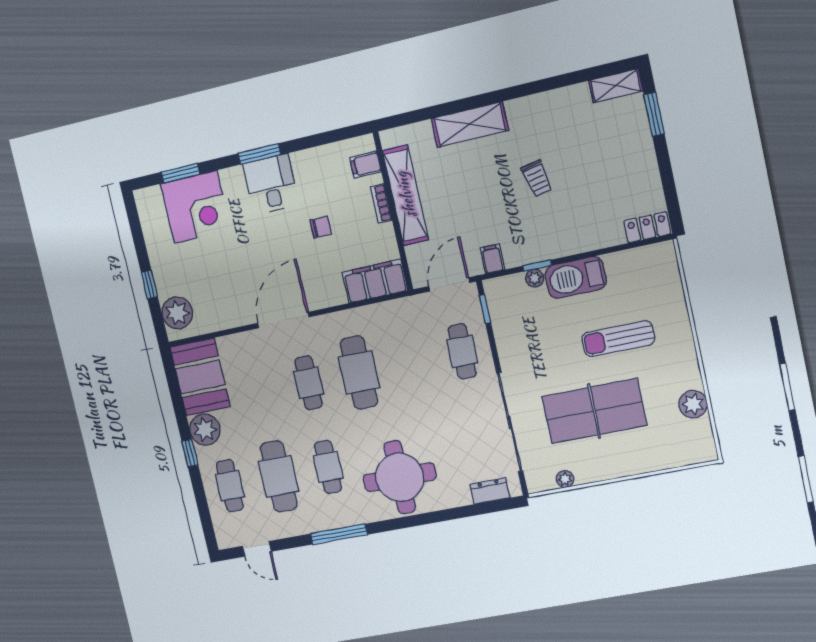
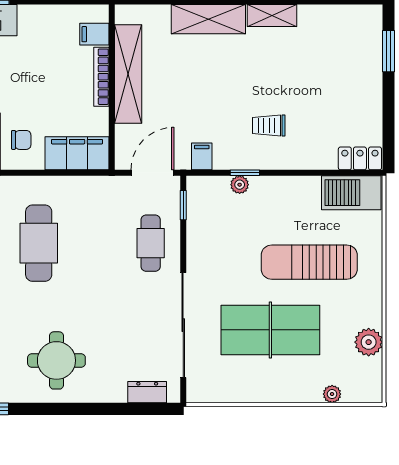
shelving: (616, 86) -> (272, 15), moved
trolley: (537, 179) -> (269, 125), moved, turned 102
bookcase: (381, 204) -> (101, 77), width x1.56
chair: (321, 227) -> (21, 140), moved
barbecue: (576, 277) -> (351, 193), moved
sun lounger: (618, 339) -> (309, 262), width x1.36, depth x1.34
round table: (400, 477) -> (56, 360), width x0.73, depth x0.73
plant: (565, 479) -> (332, 394), moved

